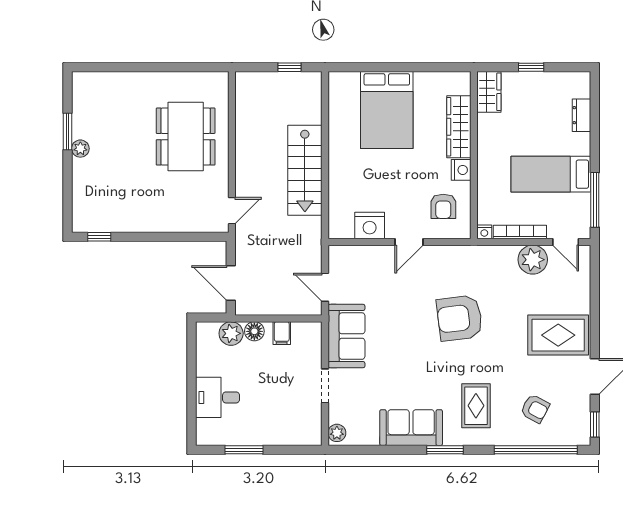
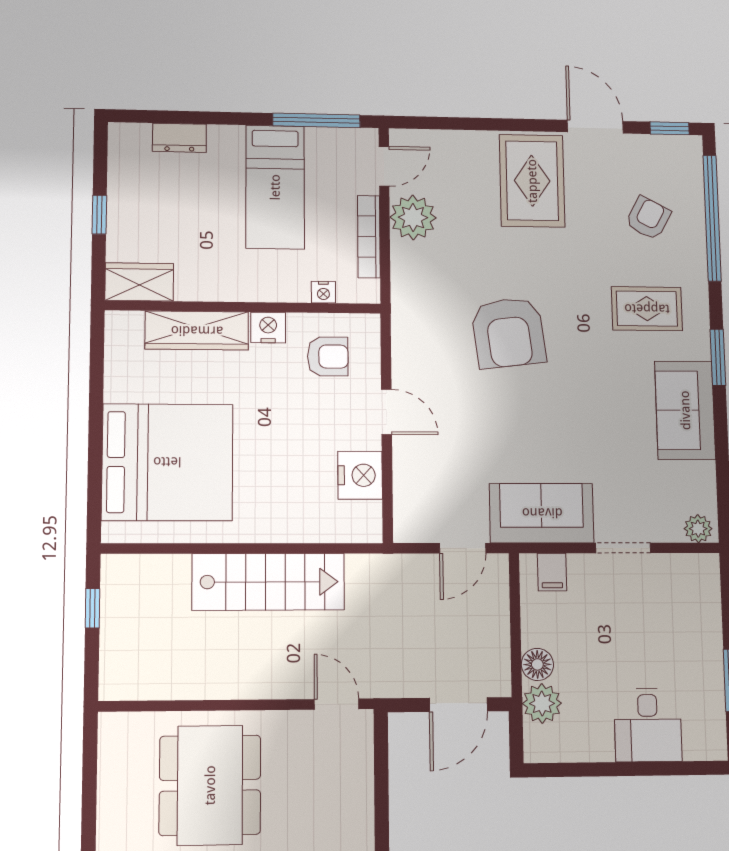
bed: (387, 110) -> (167, 462), width x1.36
dining table: (186, 137) -> (210, 785), turned 90
nightstand: (484, 232) -> (323, 292), moved, turned 90
filing cabinet: (282, 333) -> (552, 572), moved, turned 90

